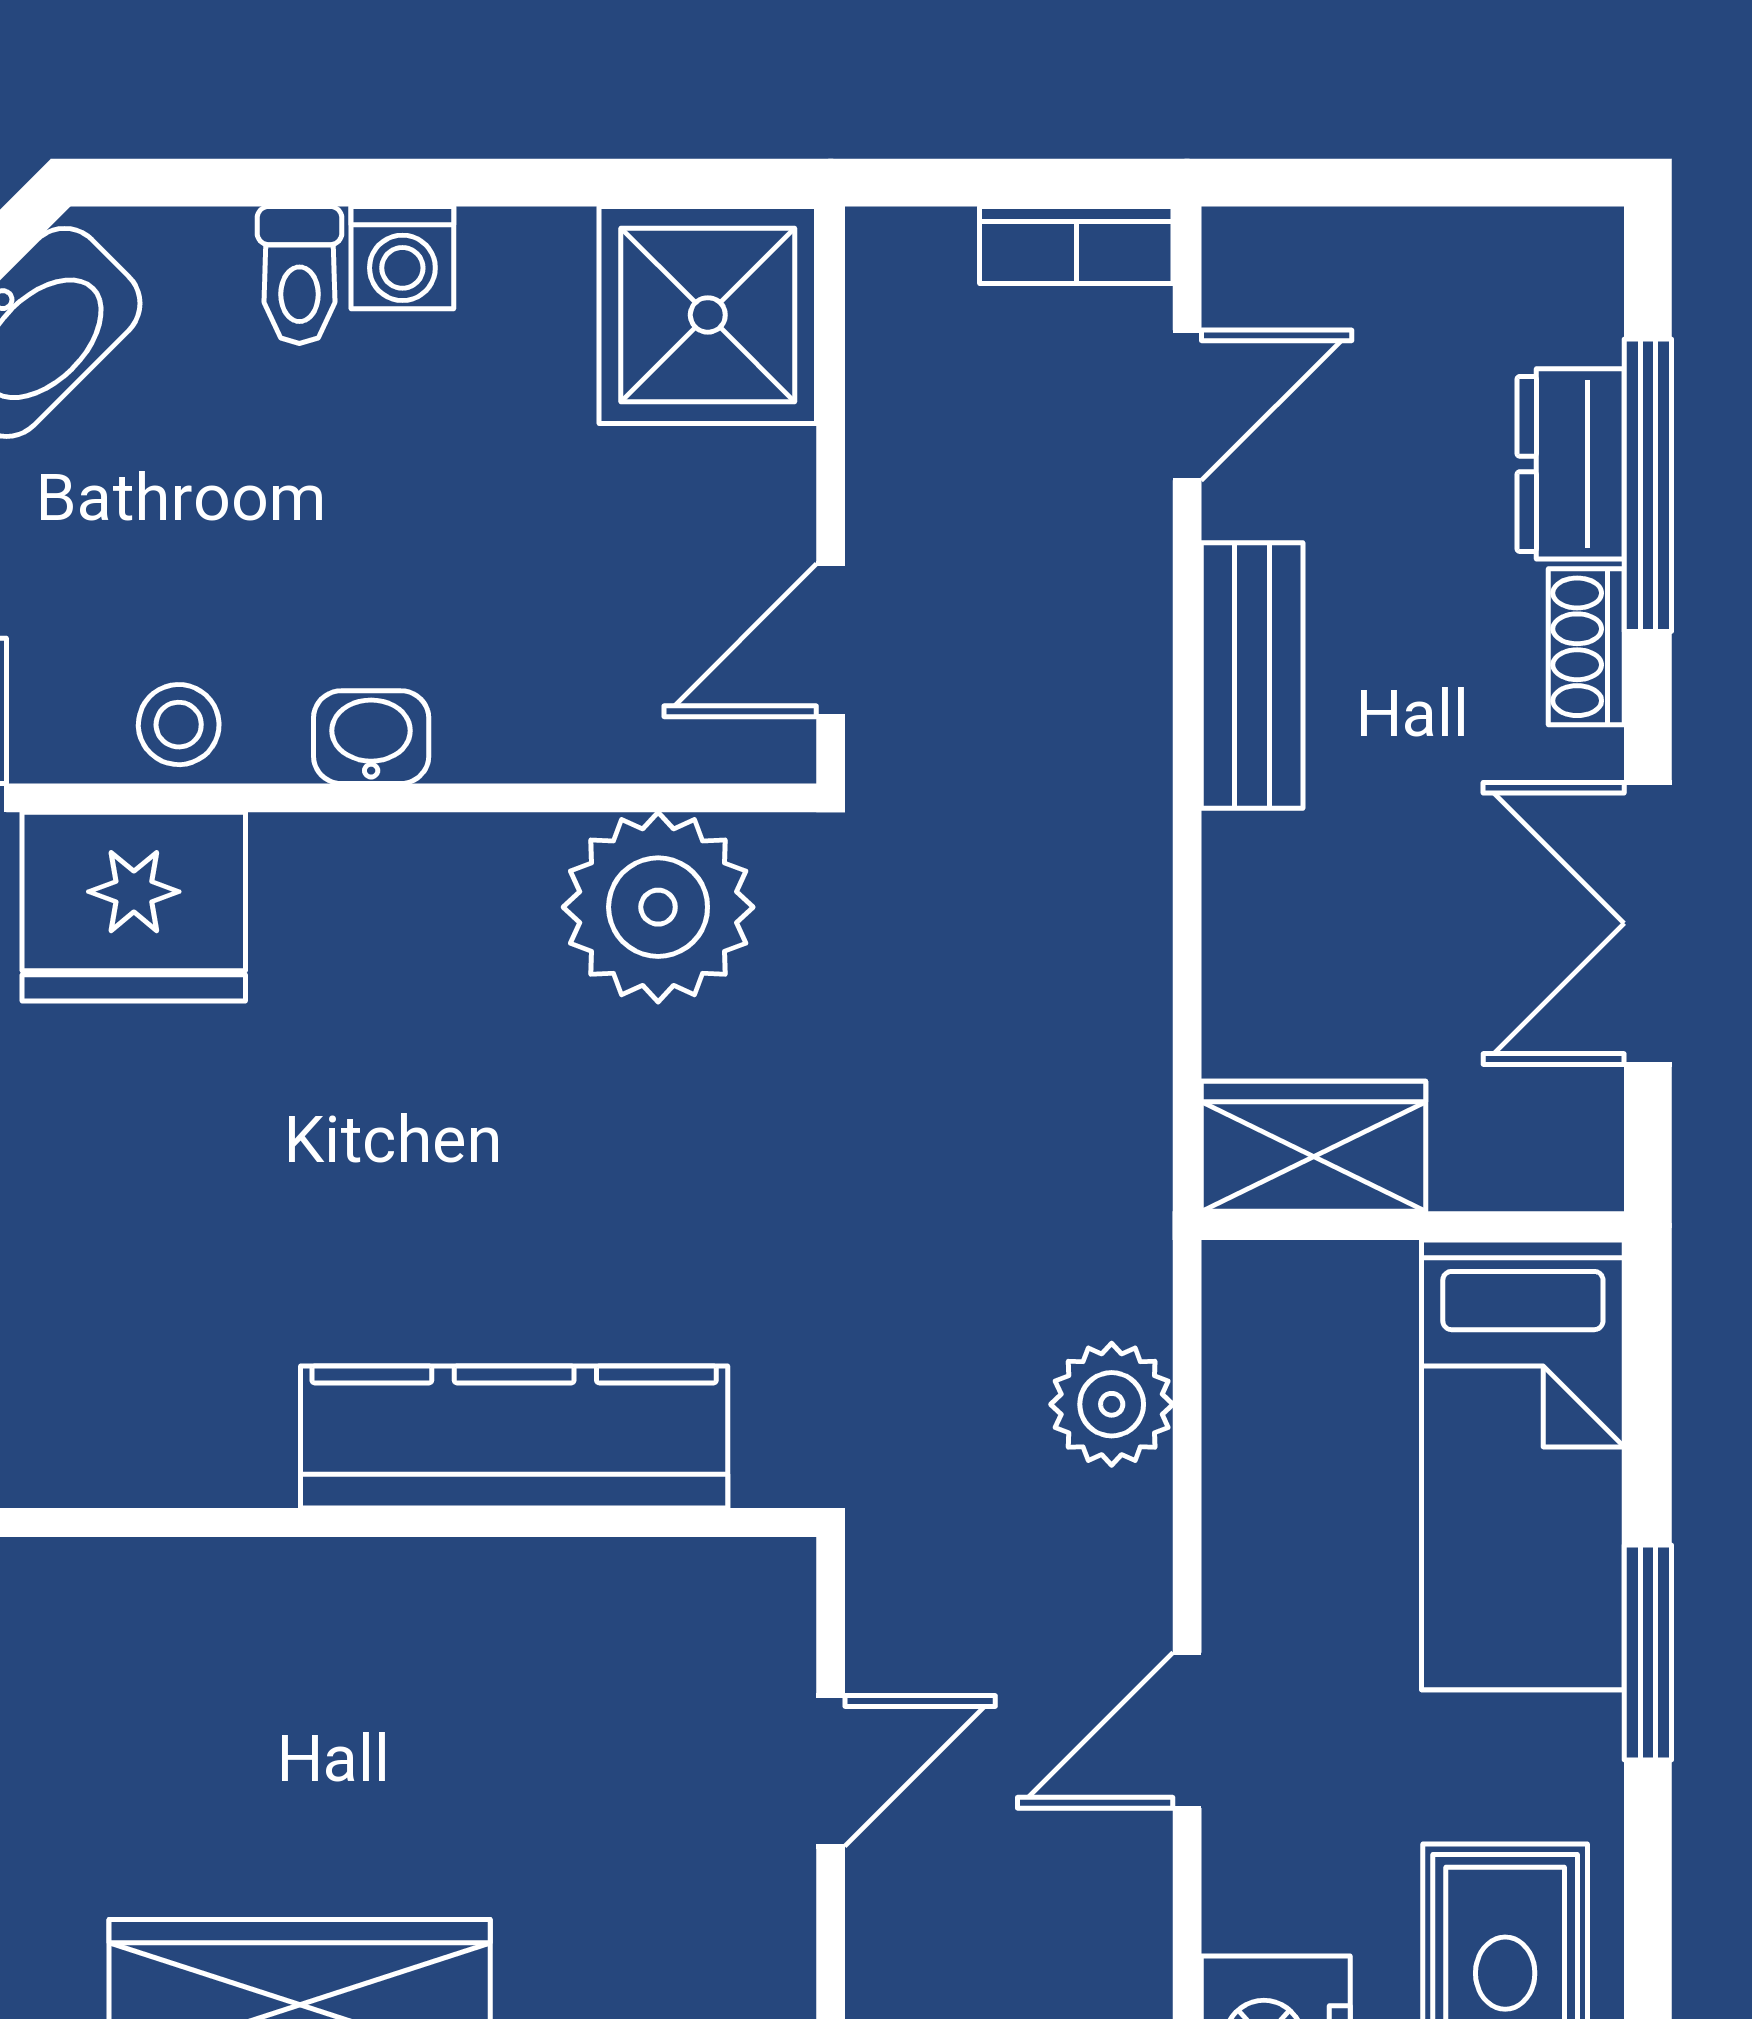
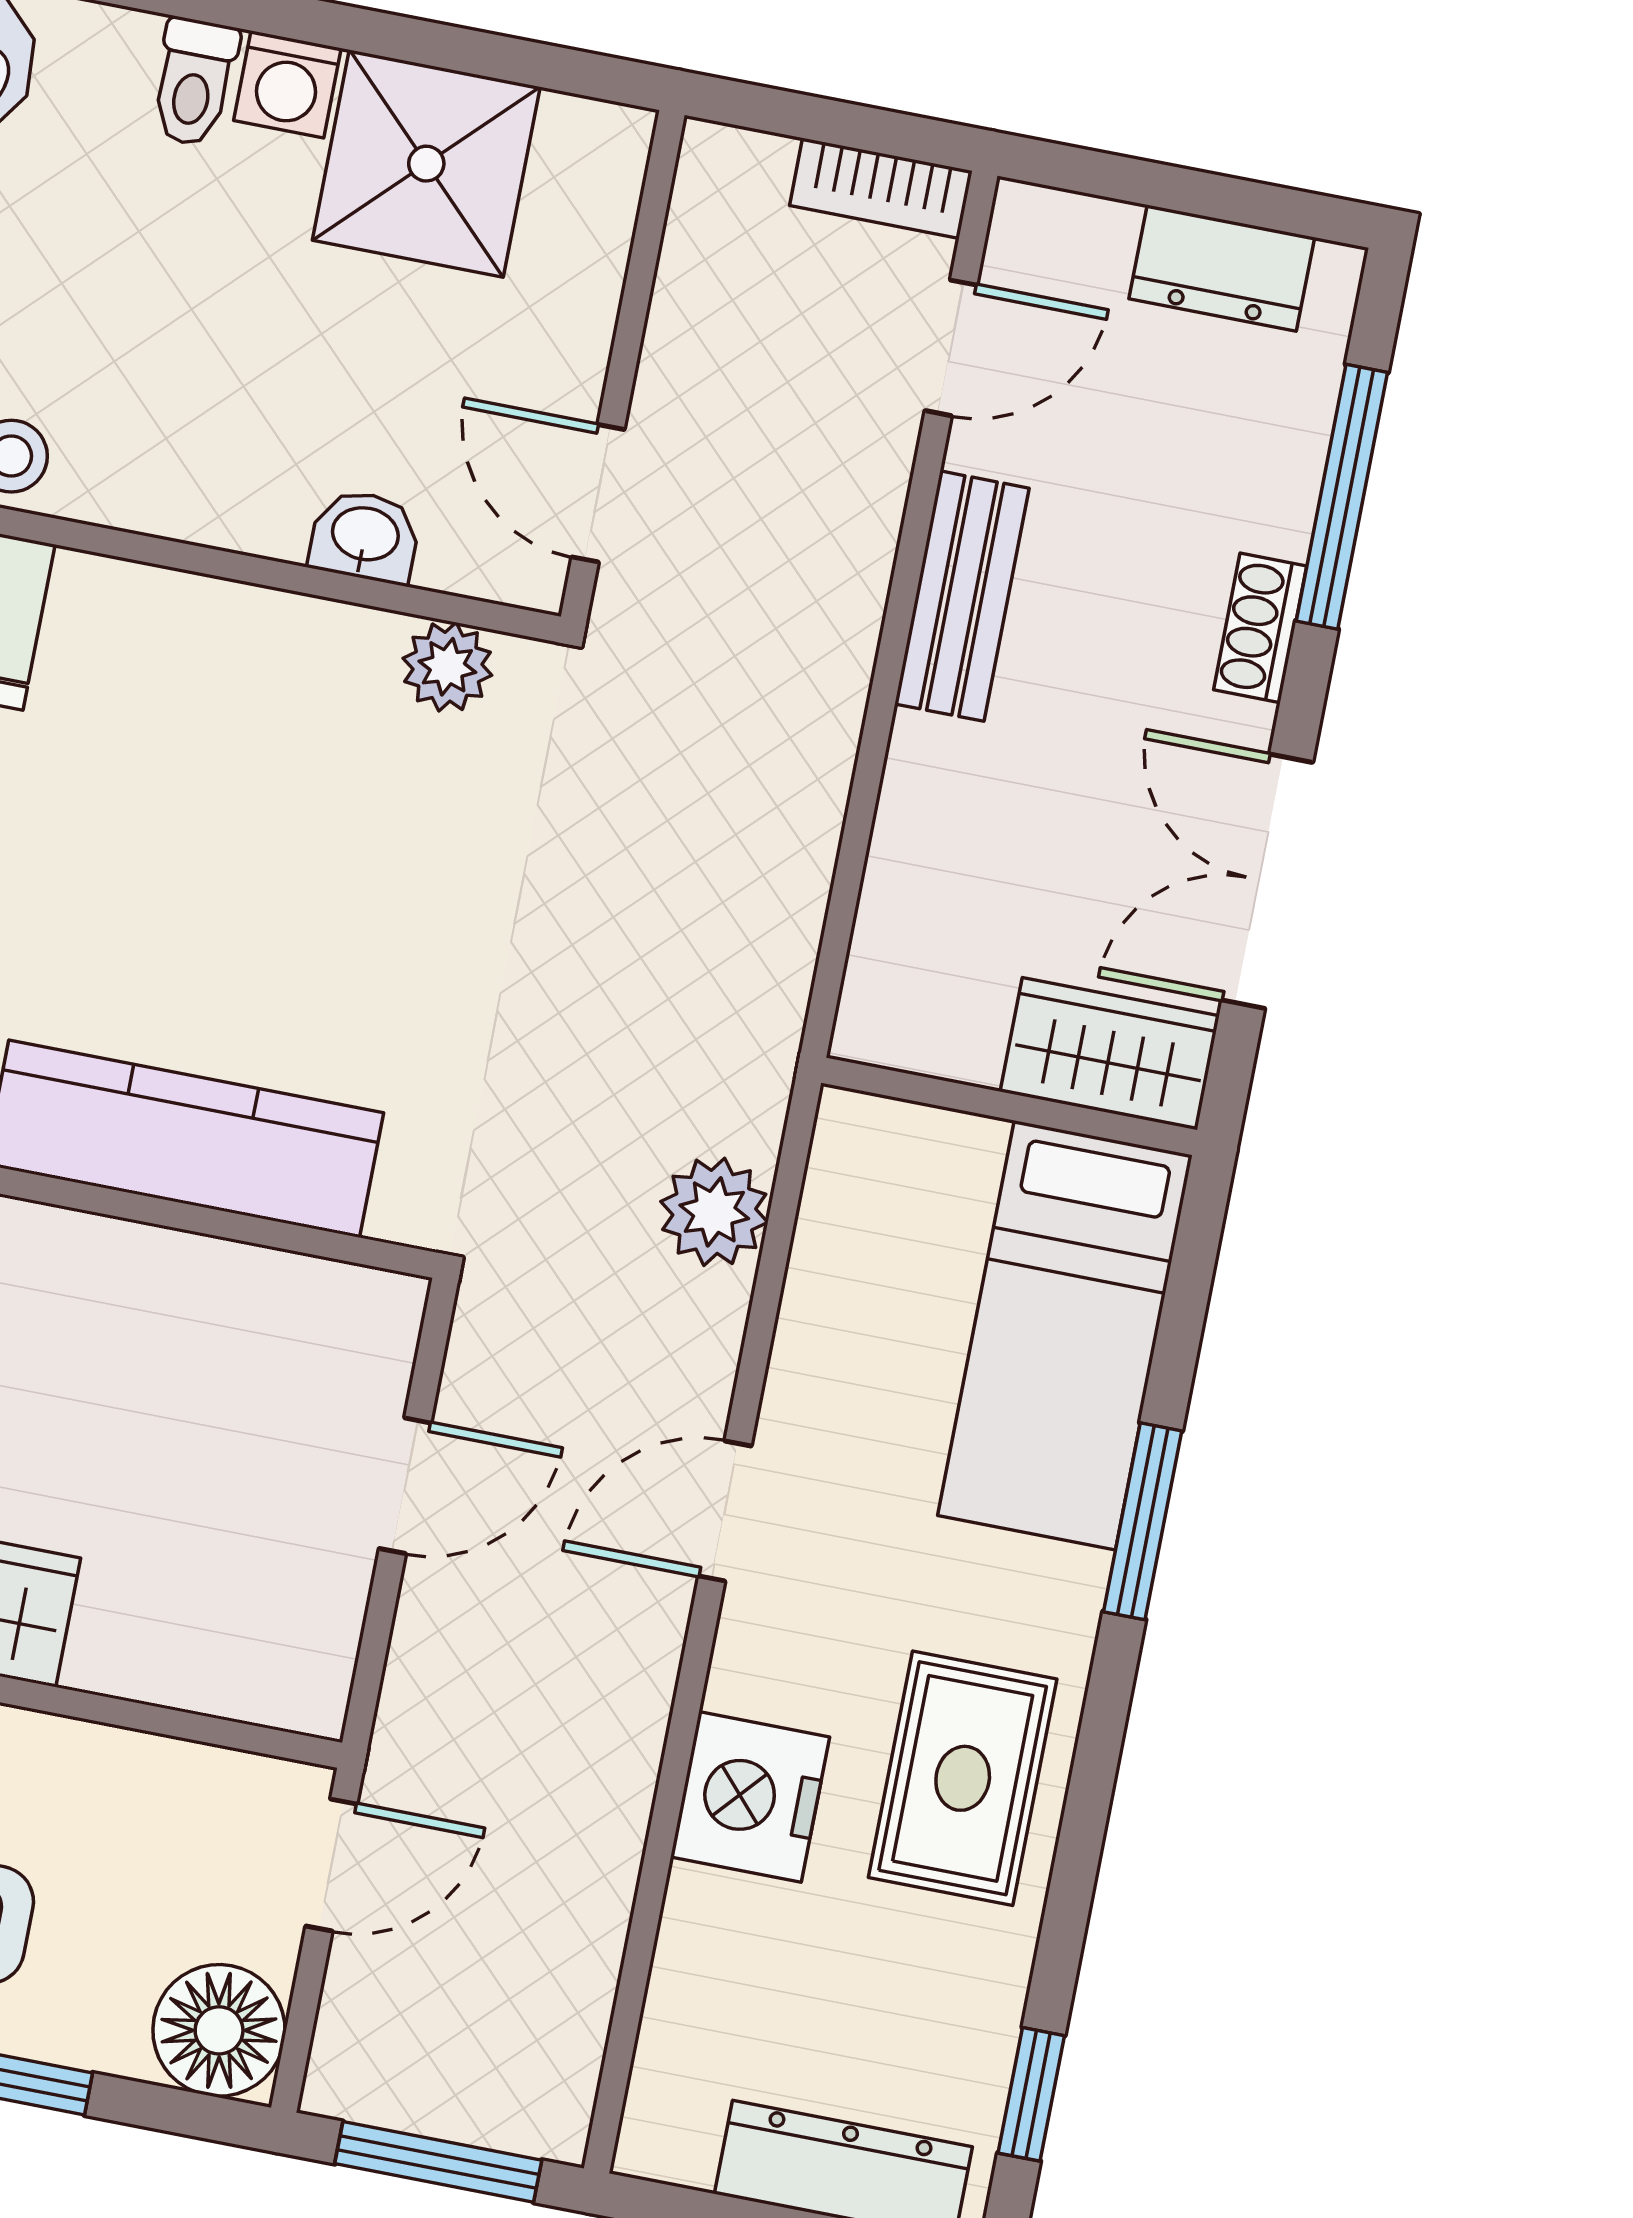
shower: (708, 315) -> (426, 164), moved
dresser: (1571, 464) -> (1222, 268), moved, turned -90
door: (831, 640) -> (598, 493), hinge flipped
washbasin: (371, 737) -> (365, 536), moved
plant: (658, 907) -> (447, 667), width x0.53, depth x0.53
wardrobe: (1314, 1146) -> (1110, 1054), moved

